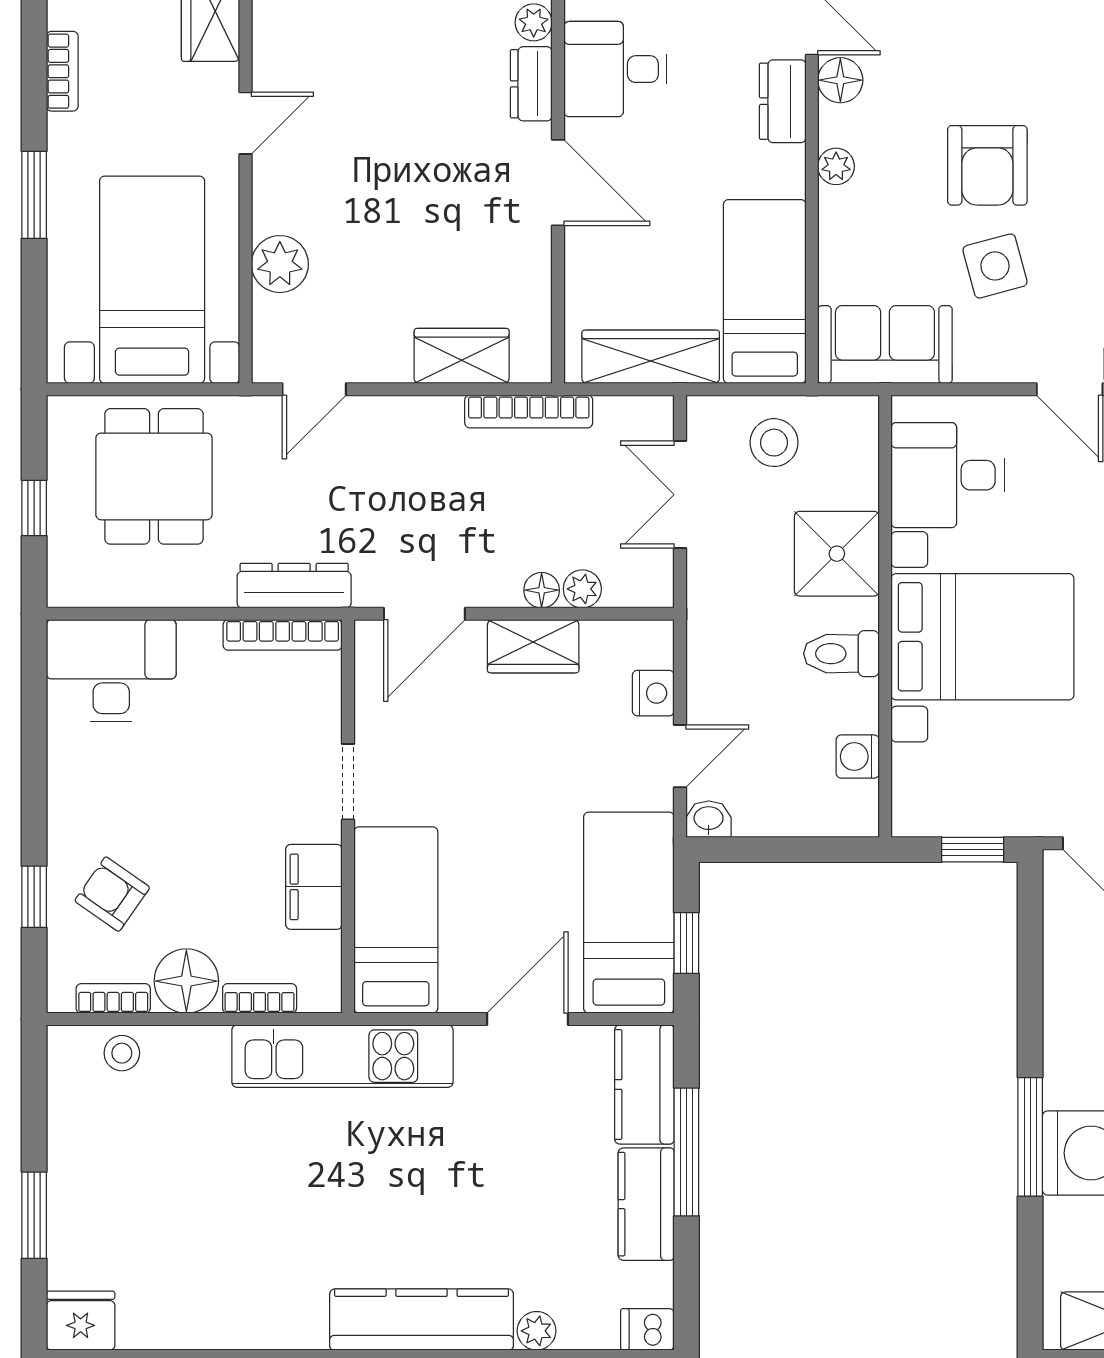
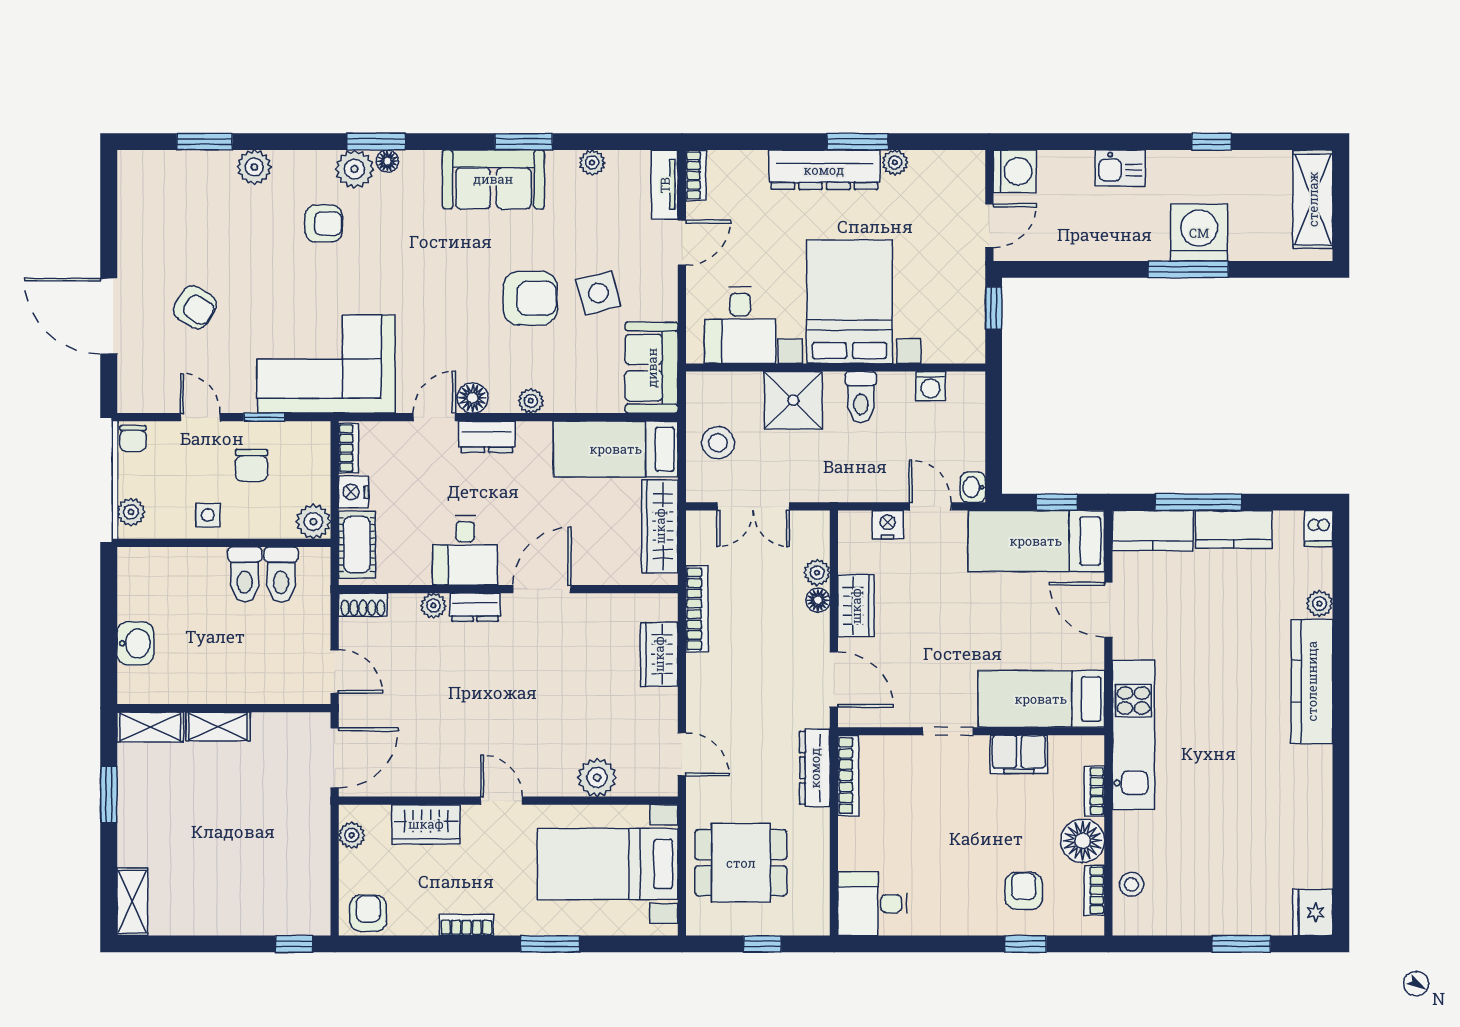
desk: (111, 671) -> (872, 904), width x0.73
armchair: (112, 894) -> (1024, 891), turned 145

